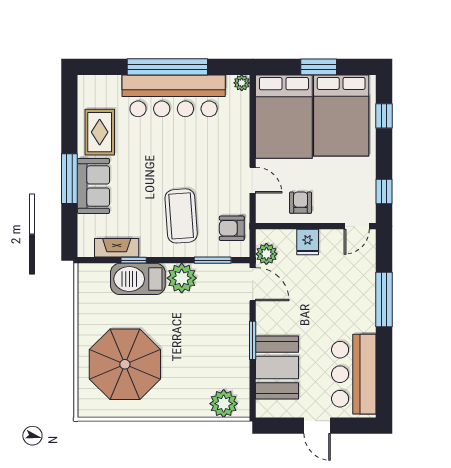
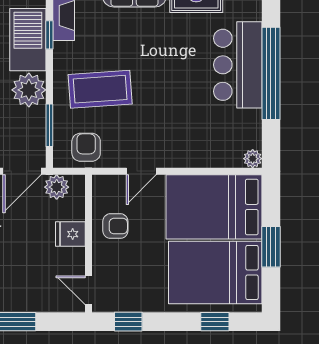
bar counter: (174, 96) -> (238, 65), width x0.73

